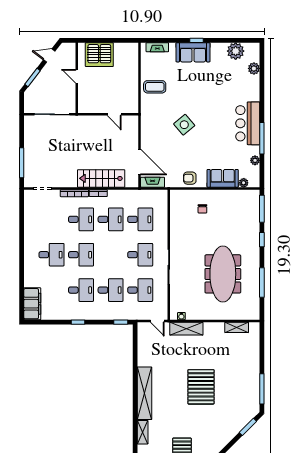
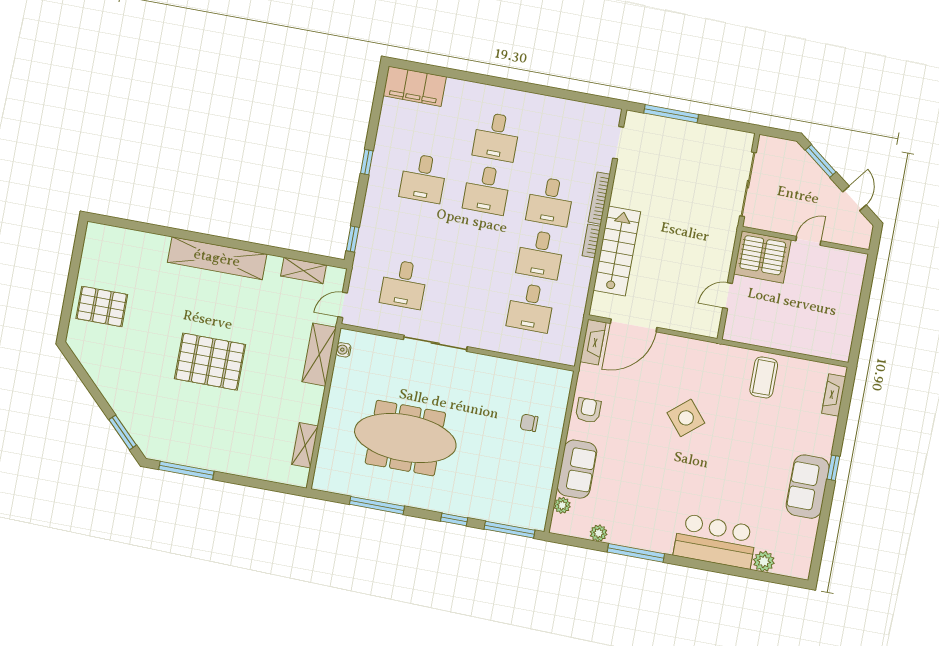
plant: (236, 51) -> (801, 534), removed
sofa: (193, 52) -> (808, 487), moved
server rack: (99, 55) -> (762, 257), moved, turned -90
bar counter: (248, 123) -> (715, 541), moved
desk: (140, 255) -> (467, 296), removed
desk: (111, 290) -> (413, 231), removed
shelving: (143, 432) -> (304, 271), moved

